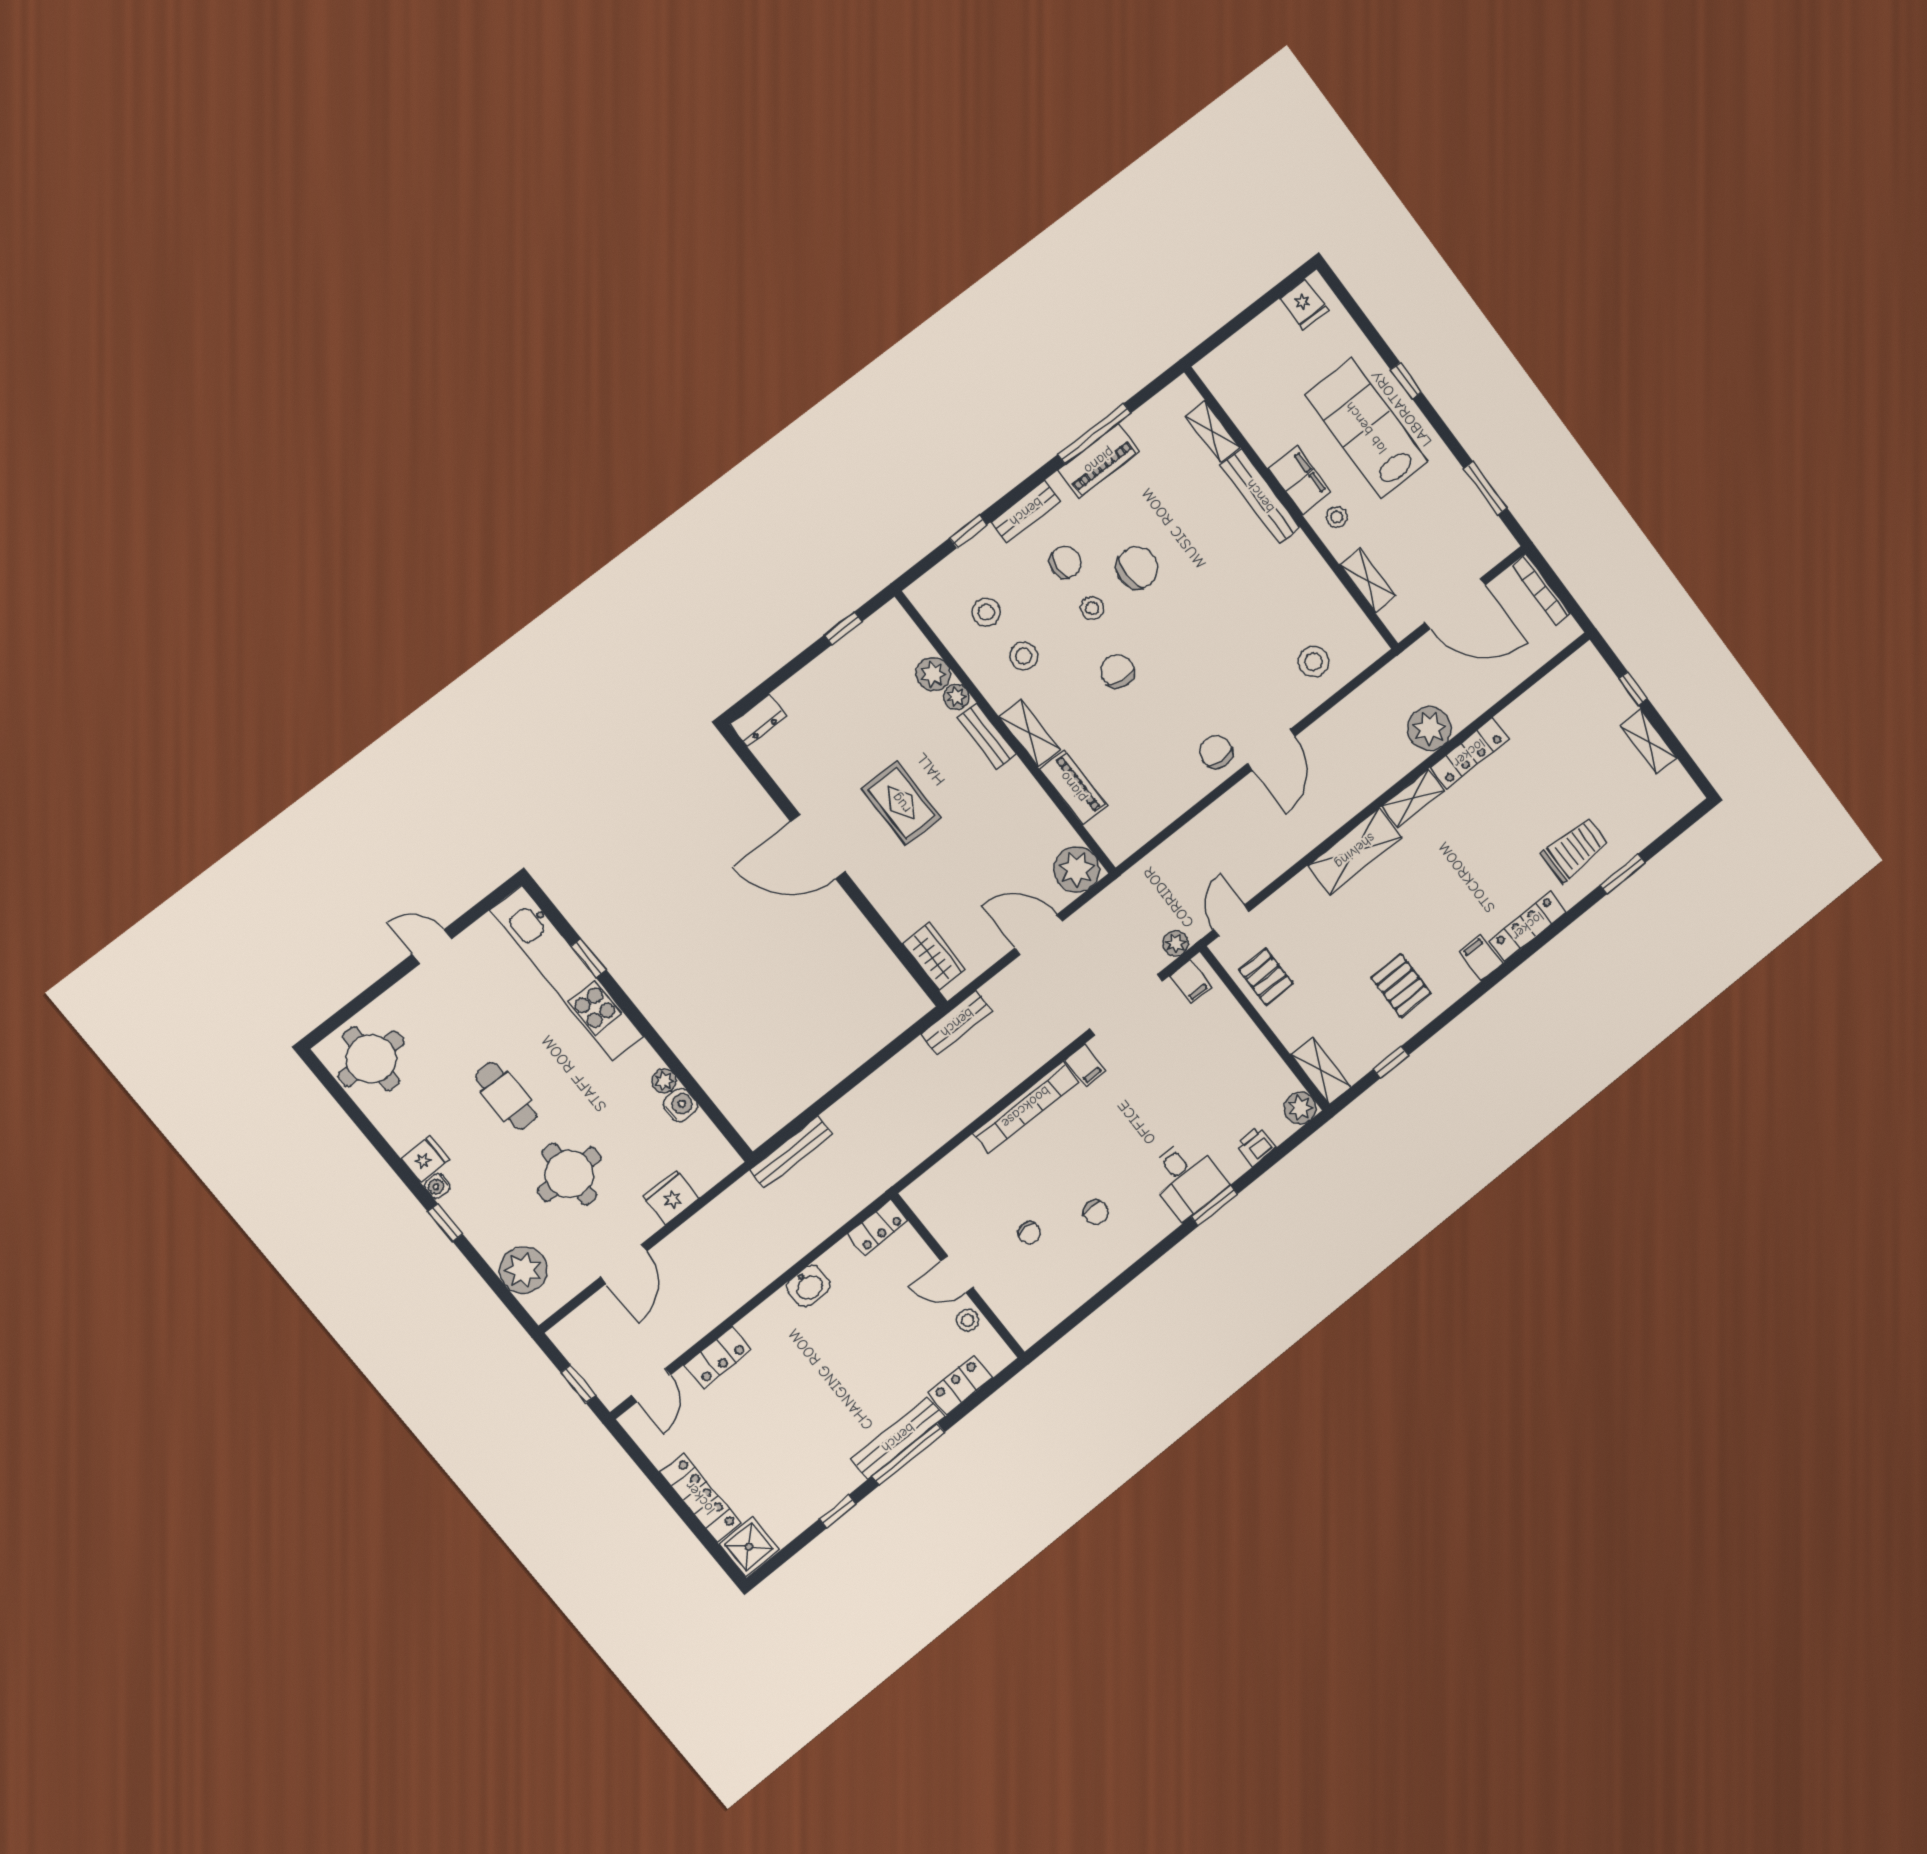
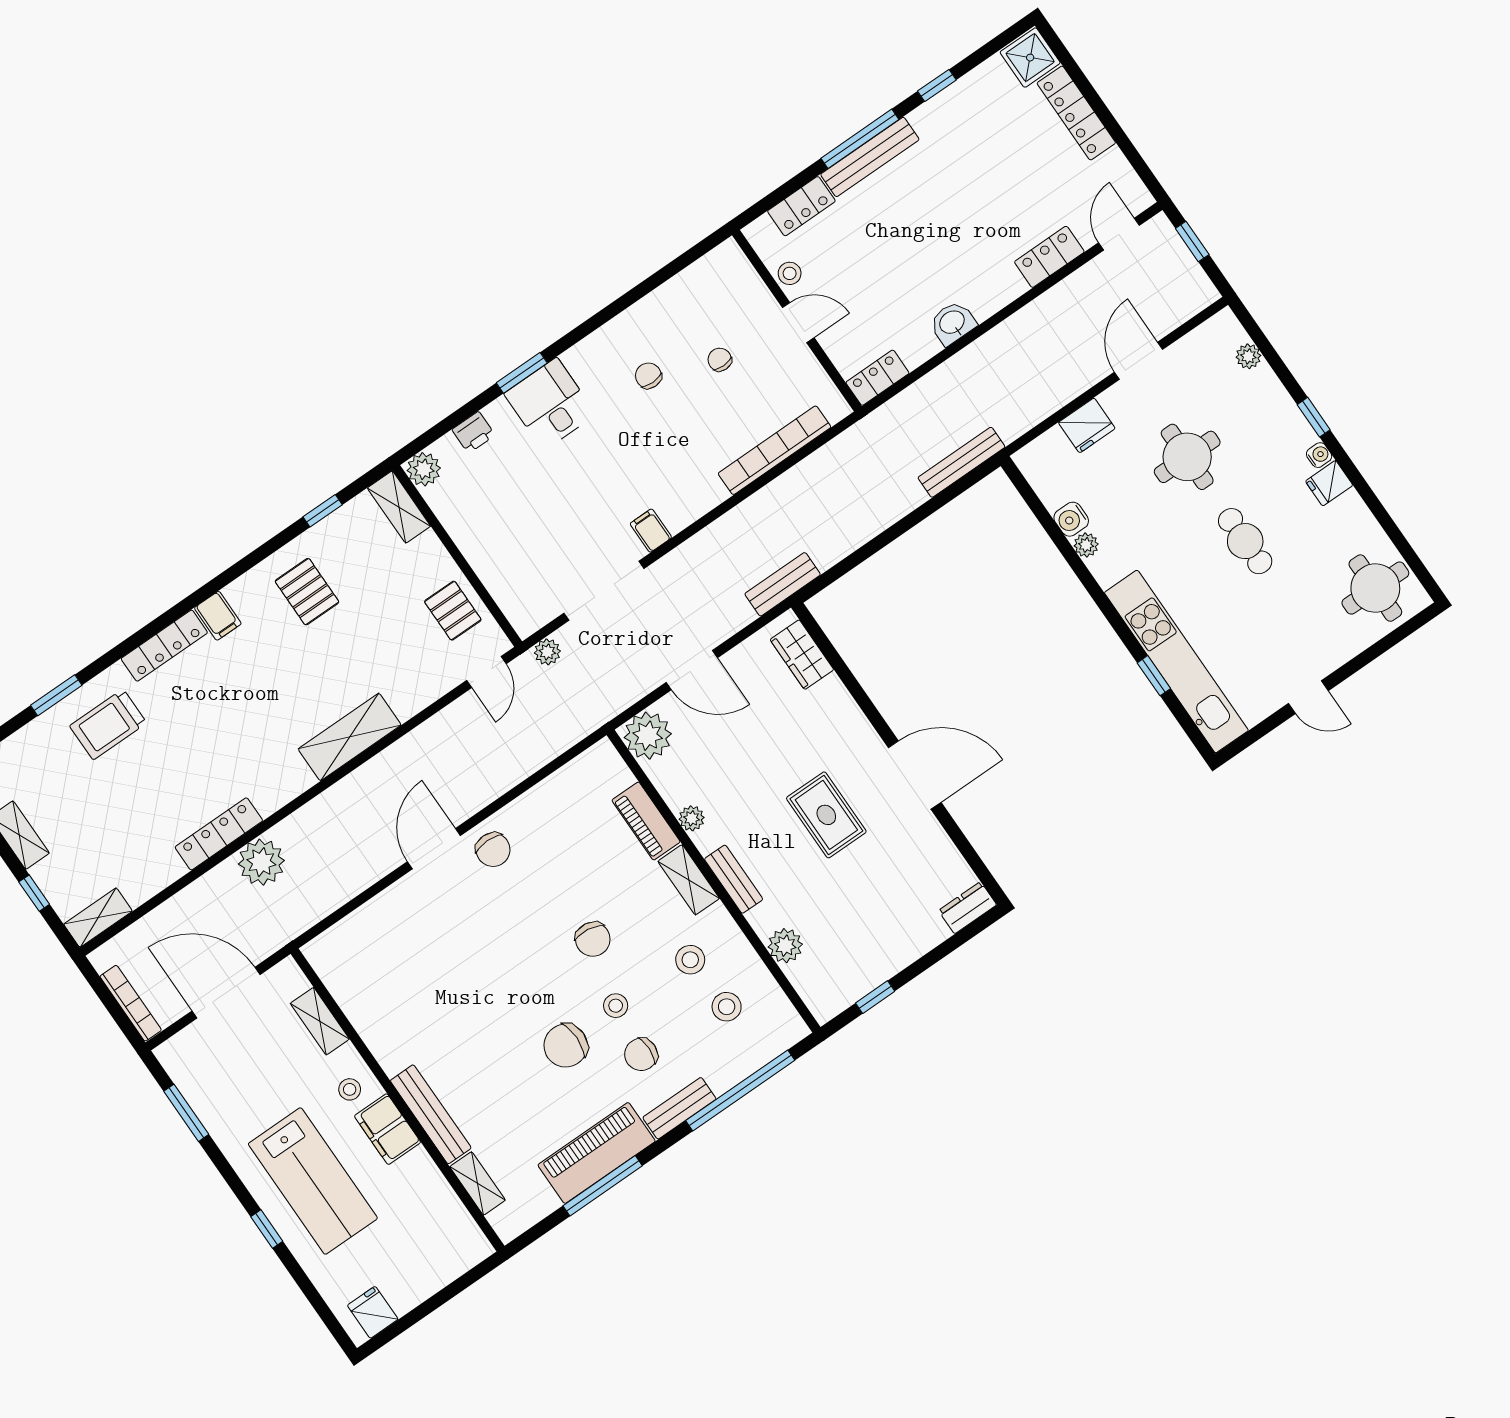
piano: (1099, 461) -> (597, 1153), width x1.37, depth x1.33
window: (968, 531) -> (740, 1090), width x3.17
stool: (1314, 662) -> (383, 939), removed
plant: (956, 697) -> (692, 818), moved
shelving: (1413, 798) -> (98, 918), moved
filing cabinet: (1190, 982) -> (534, 610), removed
bookcase: (1026, 1107) -> (775, 450), moved
plant: (523, 1270) -> (1248, 356), width x0.53, depth x0.53

